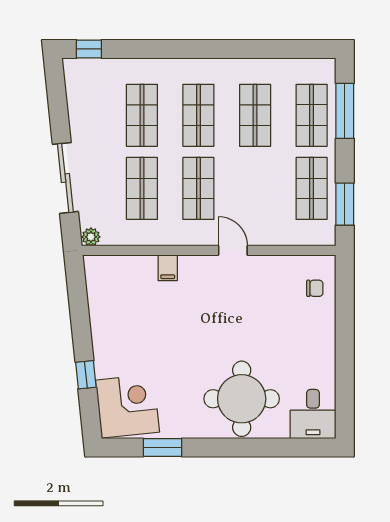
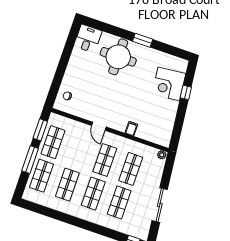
window: (345, 111) -> (30, 160), moved
sliding door: (65, 178) -> (160, 205), moved
corner desk: (127, 406) -> (169, 84), moved
window: (163, 448) -> (143, 40), moved

